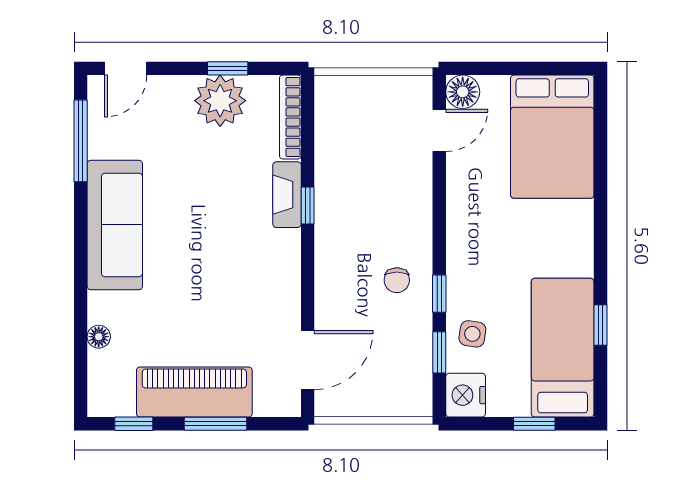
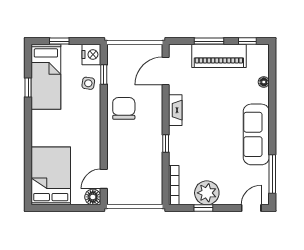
fireplace: (287, 195) -> (175, 110), moved
chair: (397, 280) -> (124, 108), width x1.87, depth x1.87
window: (439, 294) -> (104, 102), removed

